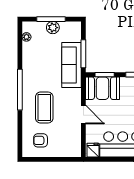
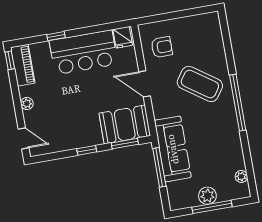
coffee table: (44, 108) -> (200, 84), turned -55
armchair: (41, 140) -> (162, 47), moved

